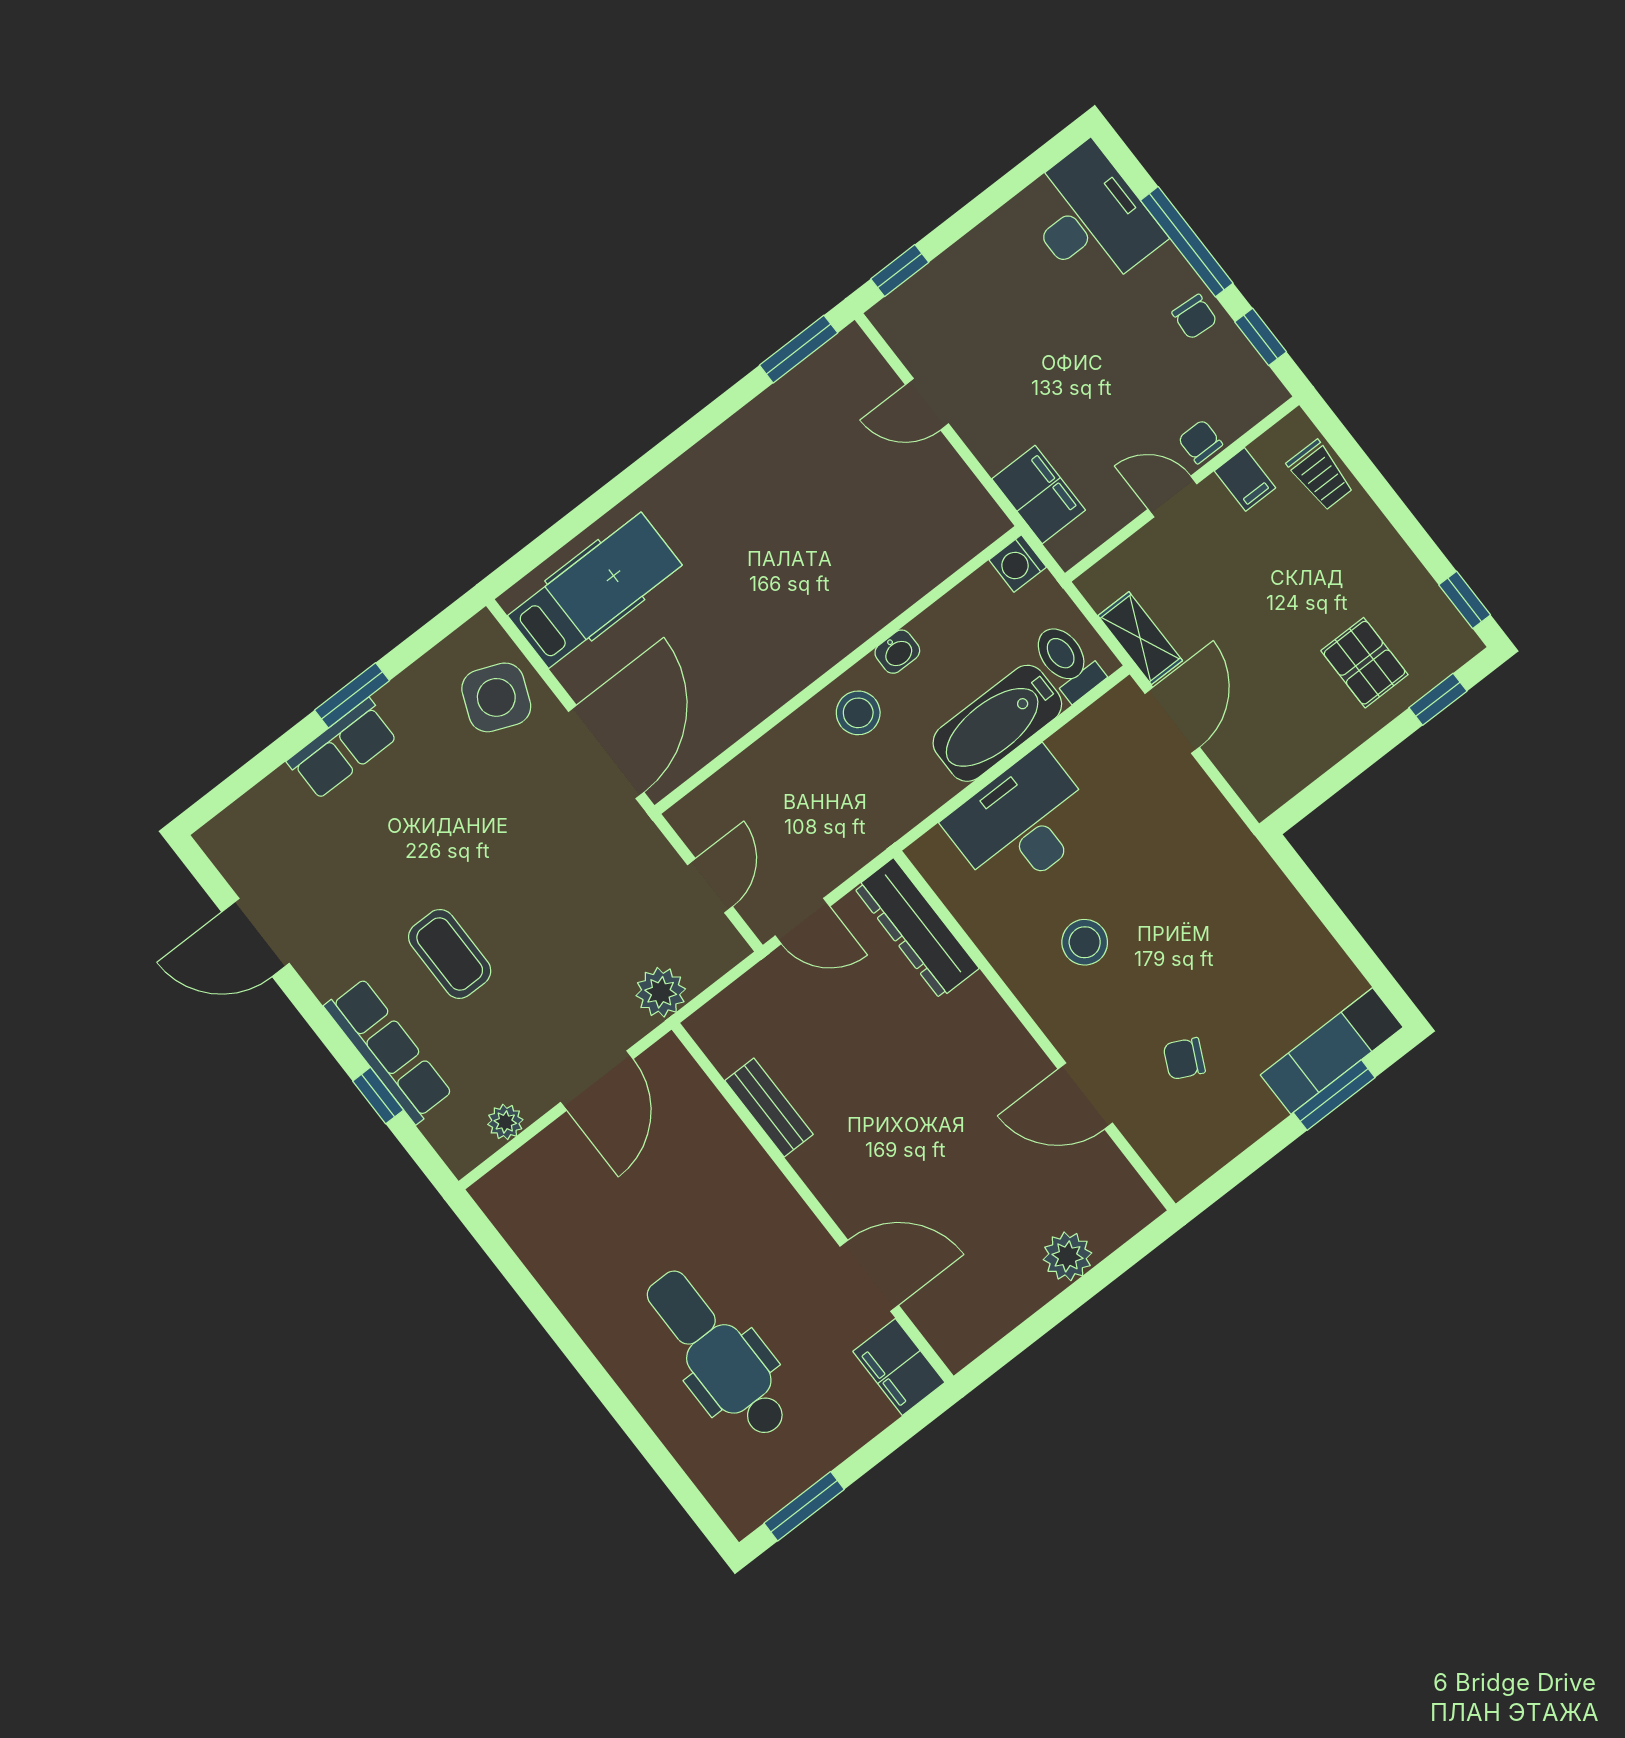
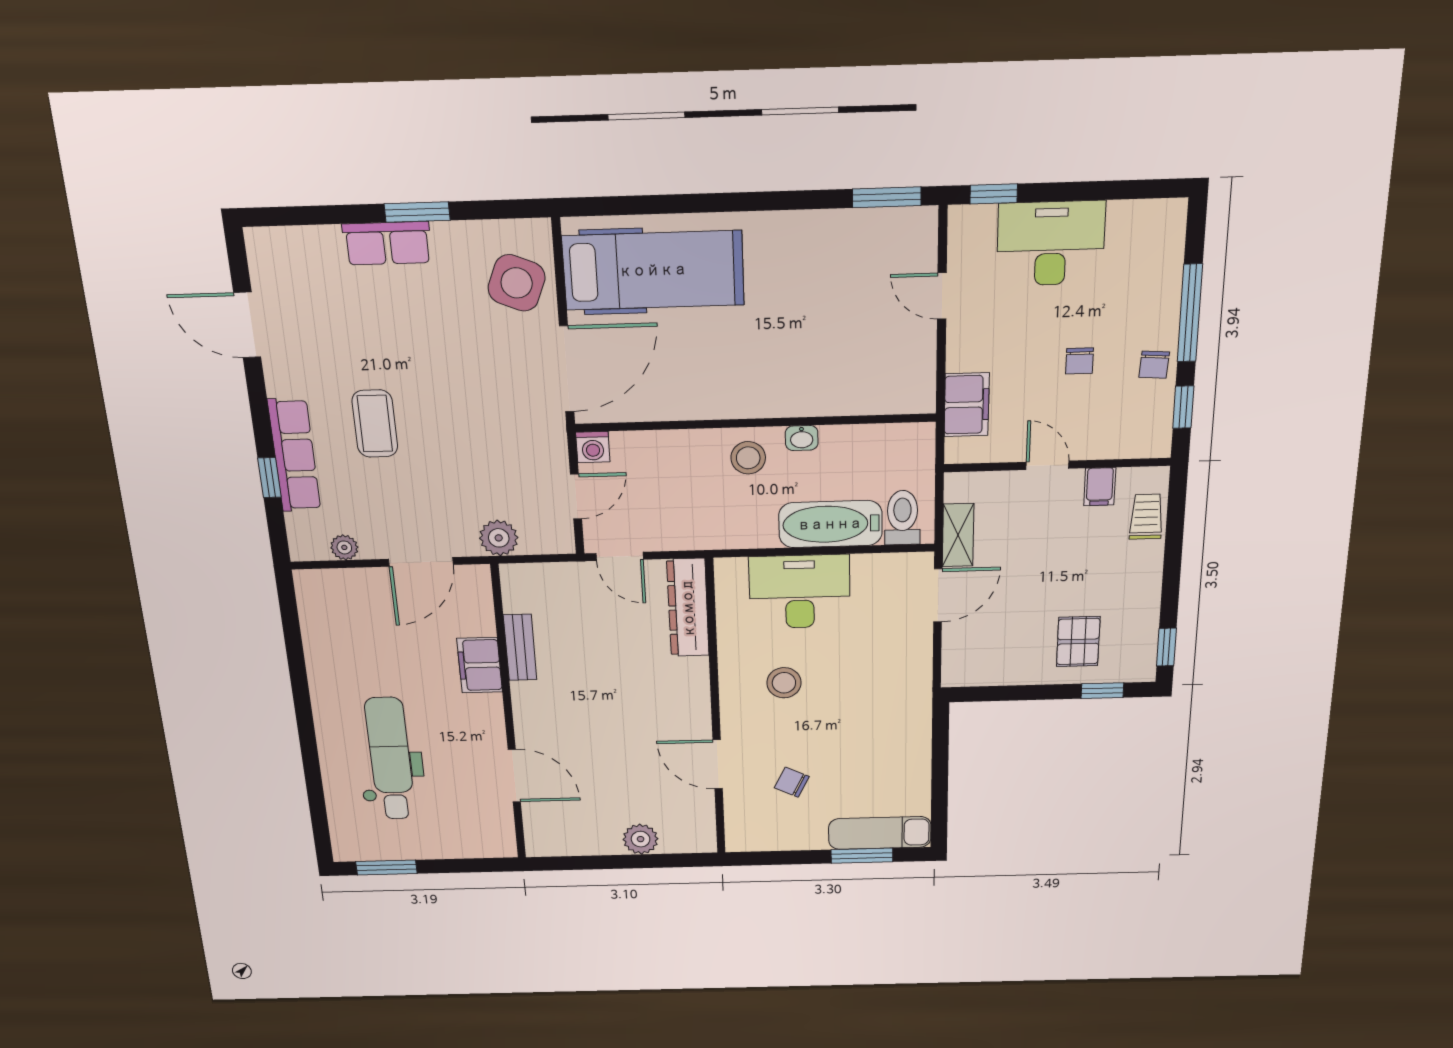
desk: (1090, 218) -> (1051, 244), moved, turned -90
chair: (1200, 442) -> (1080, 361), moved, turned 180
trolley: (1320, 475) -> (1146, 517), turned 180
washing machine: (1018, 563) -> (593, 447), moved, turned -90
hospital bed: (595, 590) -> (653, 270), width x1.37, depth x1.29
filing cabinet: (899, 1367) -> (480, 665), moved

